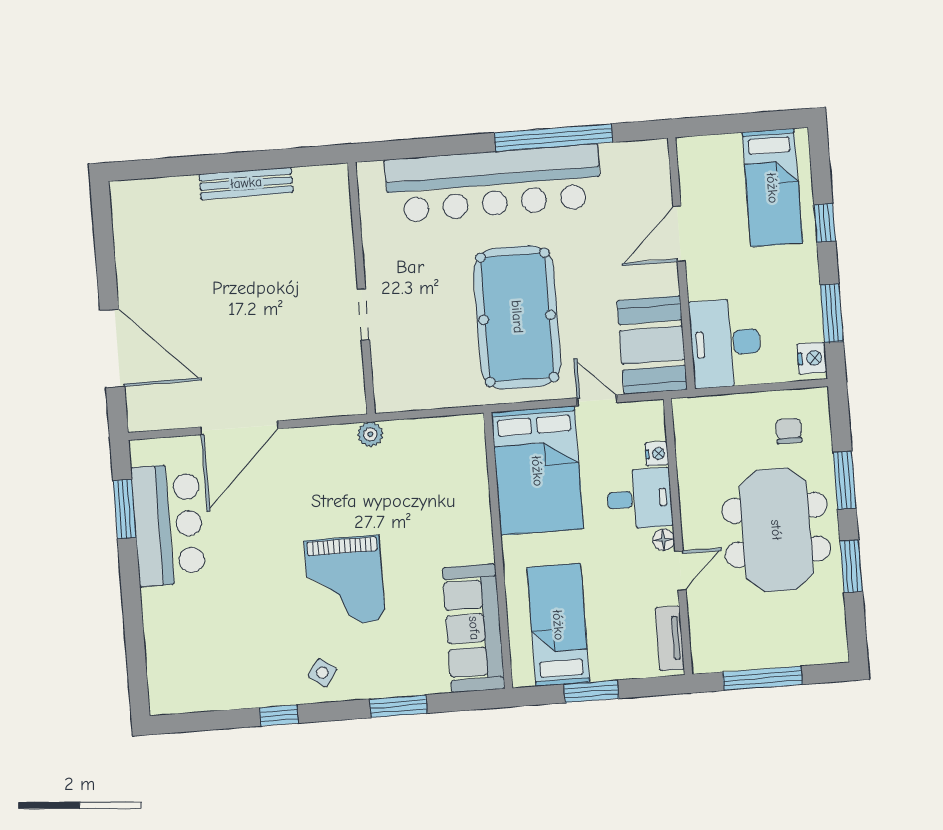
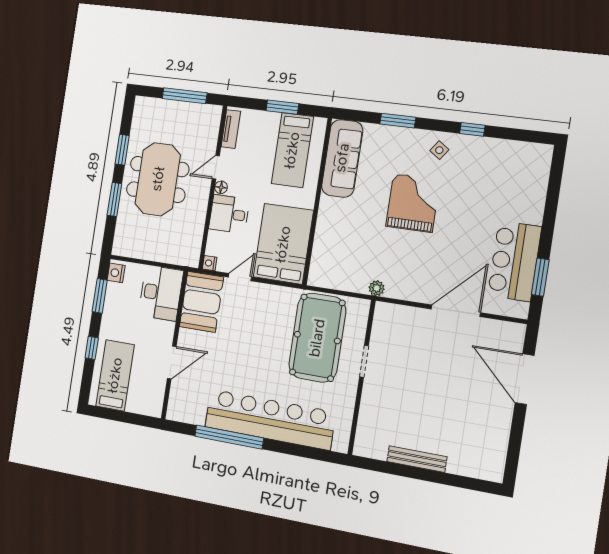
pool table: (517, 317) -> (317, 338), moved
door: (597, 400) -> (240, 277), swing flipped
chair: (789, 431) -> (138, 234), removed
nightstand: (657, 454) -> (210, 263), moved

